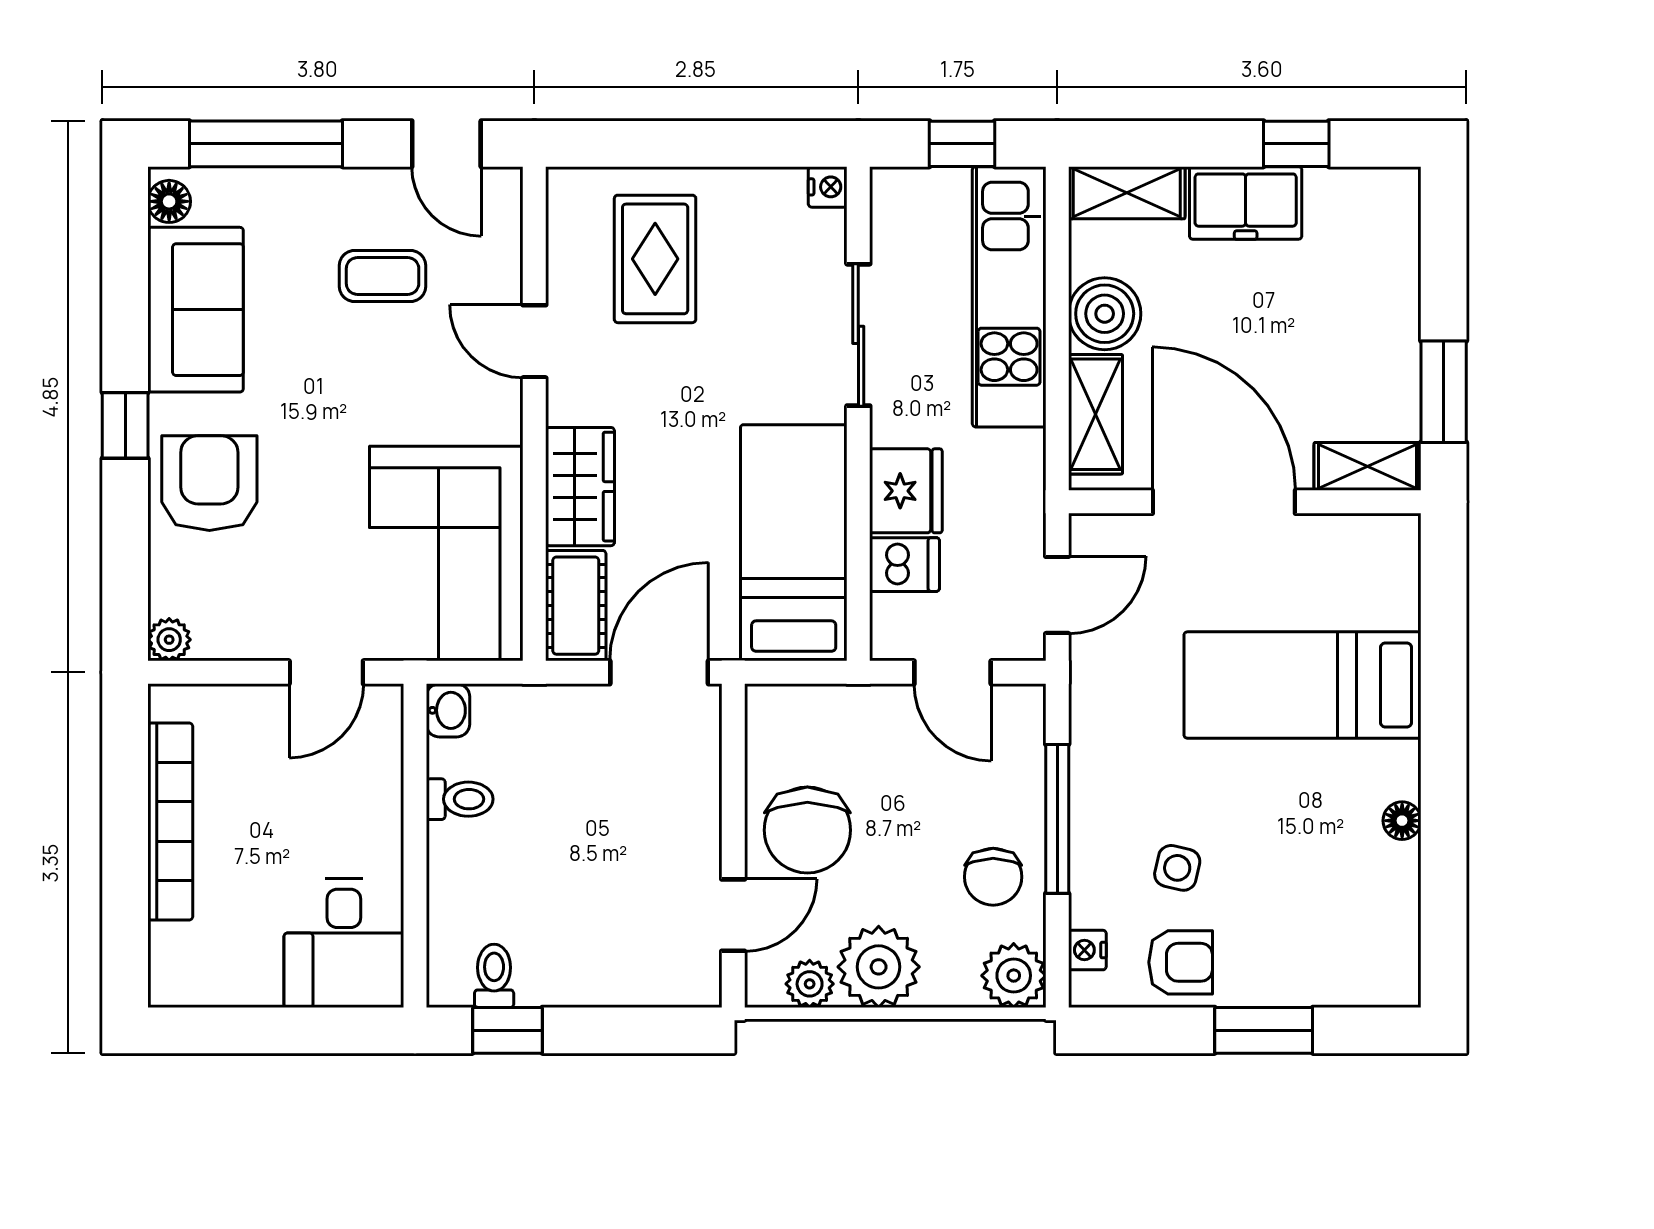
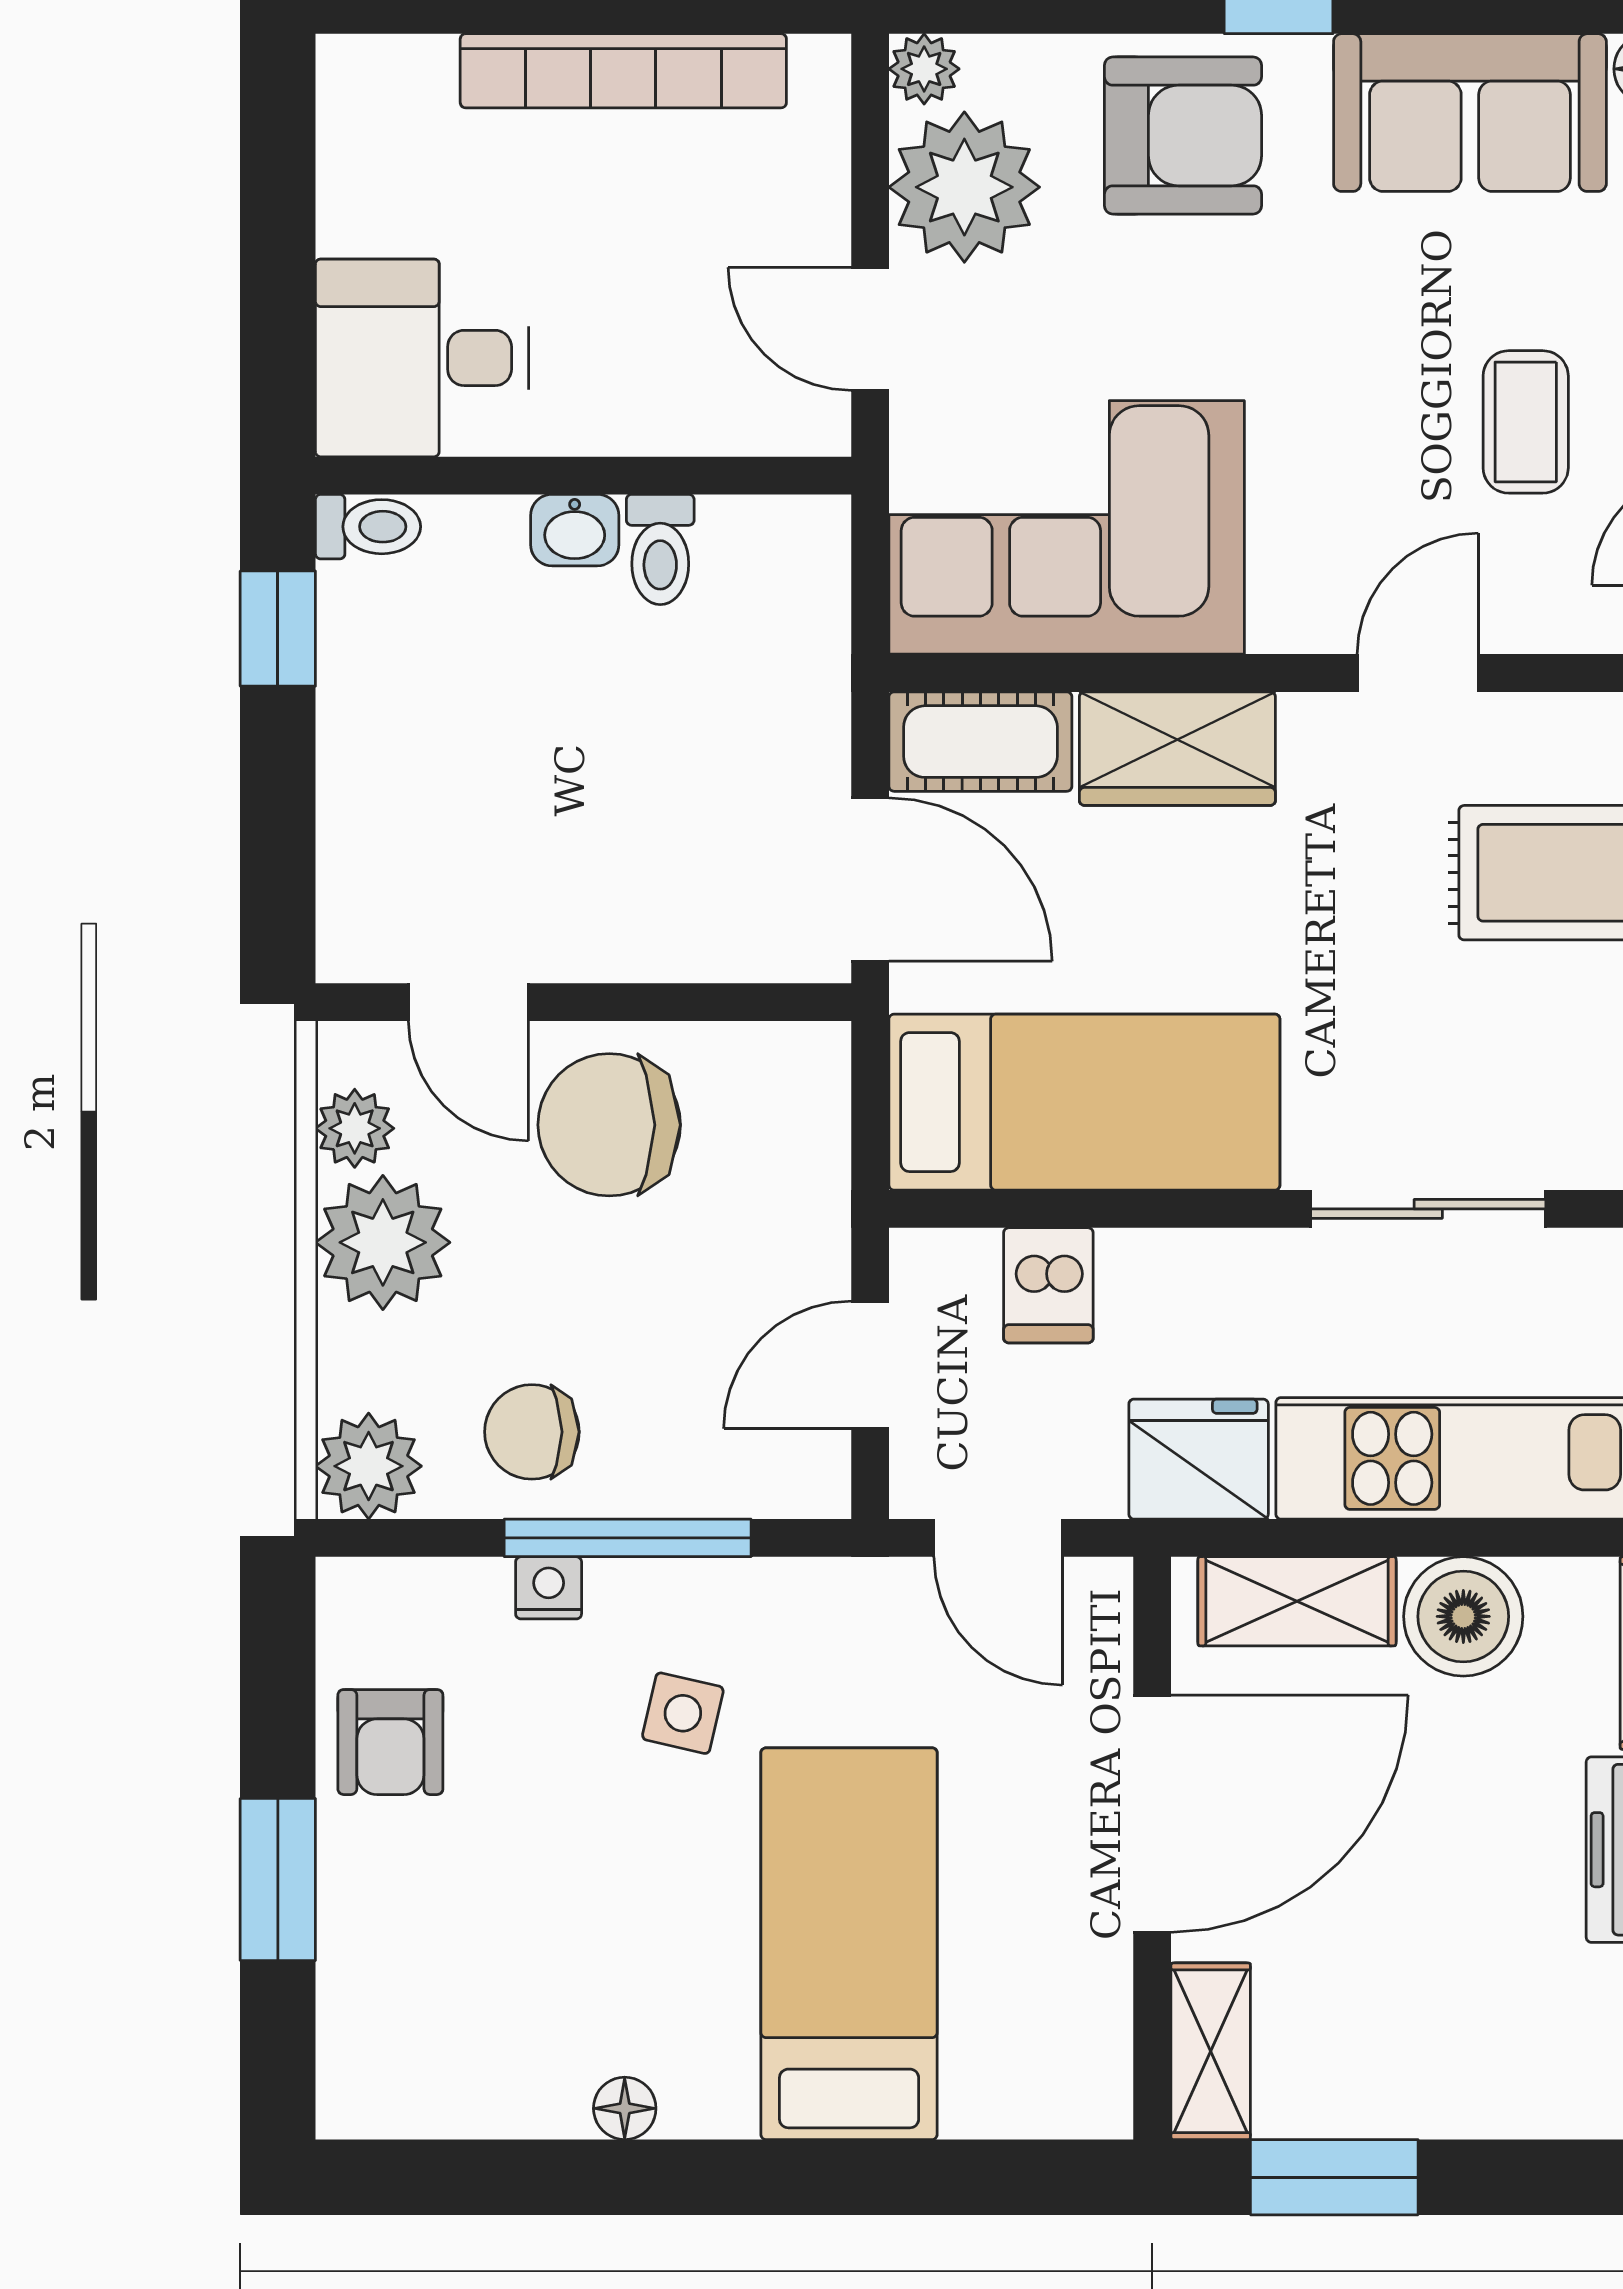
fridge: (906, 491) -> (1199, 1459), moved, turned 180
plant: (241, 615) -> (964, 187), added
washbasin: (448, 710) -> (575, 530), moved
side table: (1177, 868) -> (683, 1713), moved
nightstand: (1087, 950) -> (549, 1588), moved
toilet: (494, 976) -> (368, 527), moved

